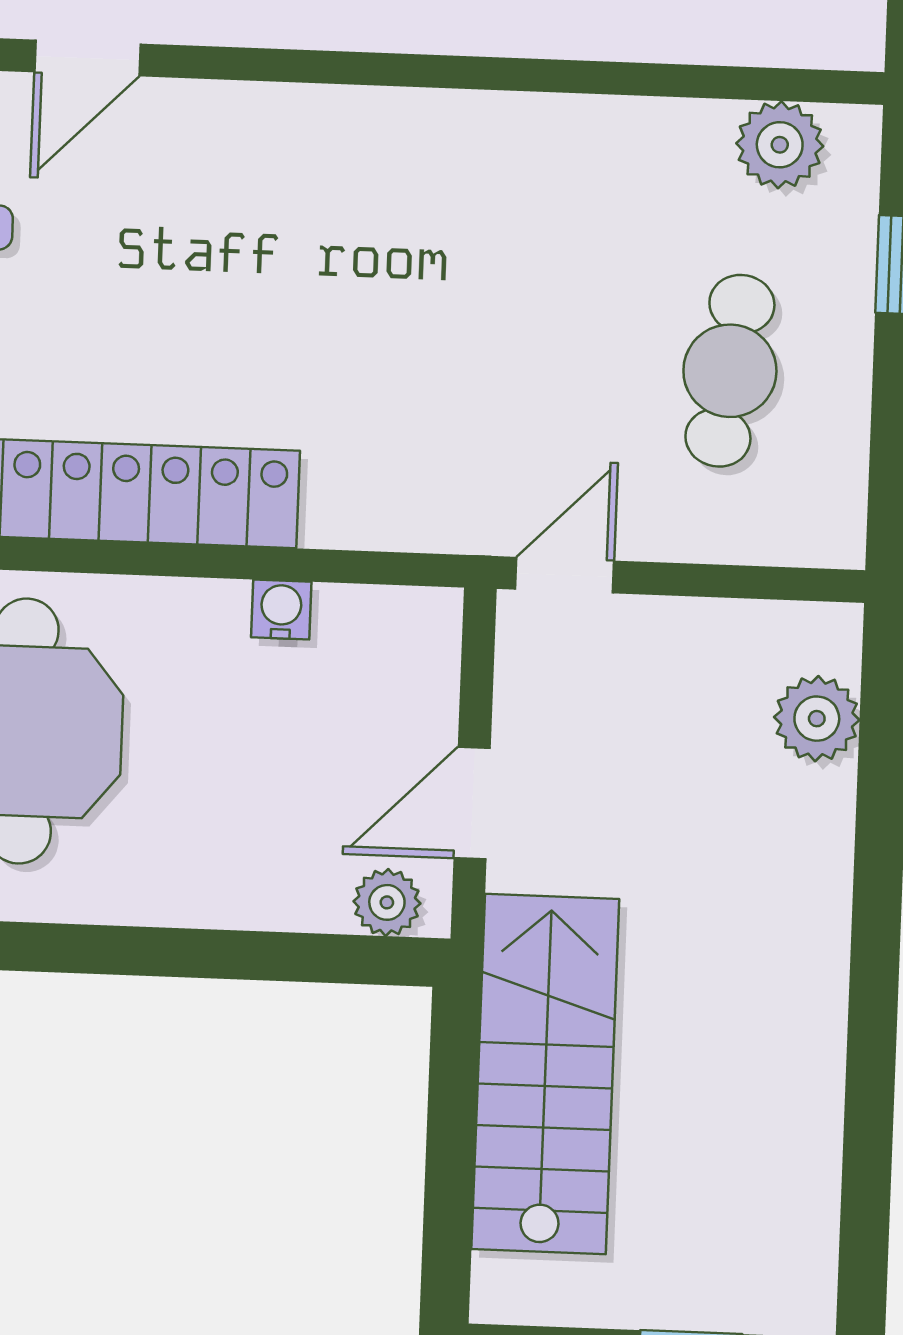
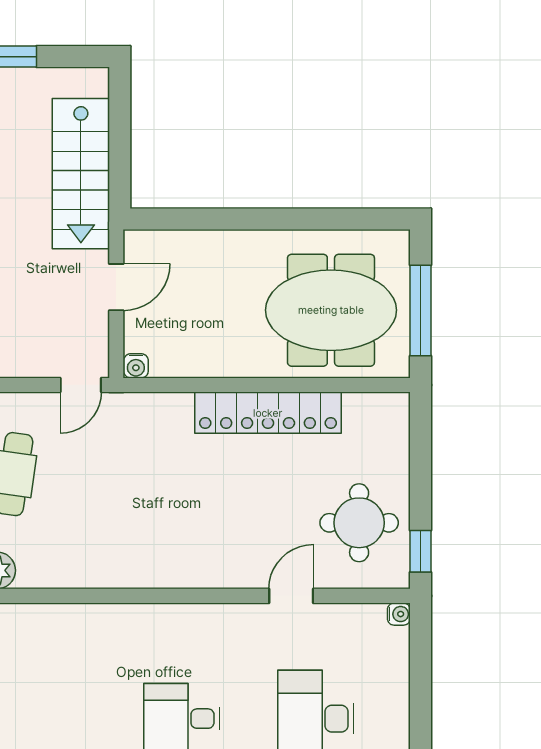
water cooler: (281, 610) -> (136, 366), moved
plant: (387, 902) -> (151, 244), removed

